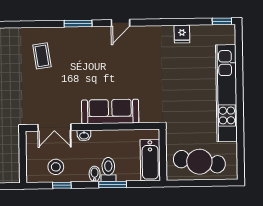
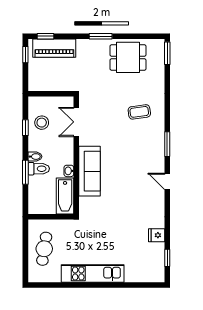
window: (222, 21) -> (167, 258), moved
kitchen unit: (227, 93) -> (93, 273), width x0.73
washbasin: (84, 135) -> (69, 171), moved
bathtub: (150, 160) -> (65, 196), moved, turned -90
cafe table: (199, 162) -> (44, 249), width x0.73, depth x0.74

